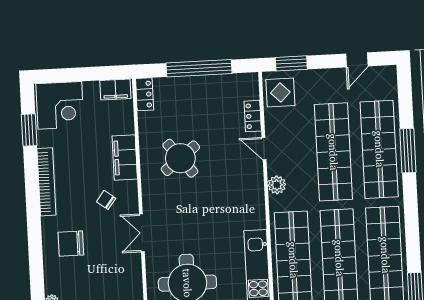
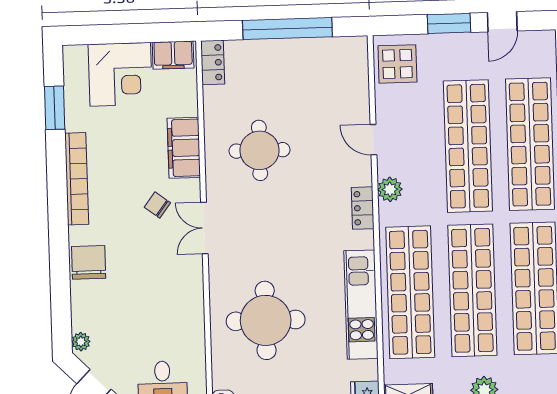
window: (291, 63) -> (449, 23), moved
corner desk: (60, 105) -> (120, 74), moved
locker: (253, 116) -> (363, 208), moved
round table: (180, 158) -> (260, 150), turned 38
double door: (142, 233) -> (204, 228), moved
chair: (71, 244) -> (89, 262), moved, turned 90

